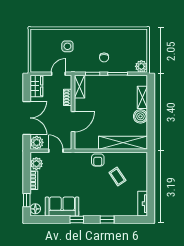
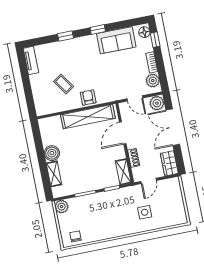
chair: (104, 58) -> (76, 236), moved
shelving: (123, 143) -> (88, 117), moved

